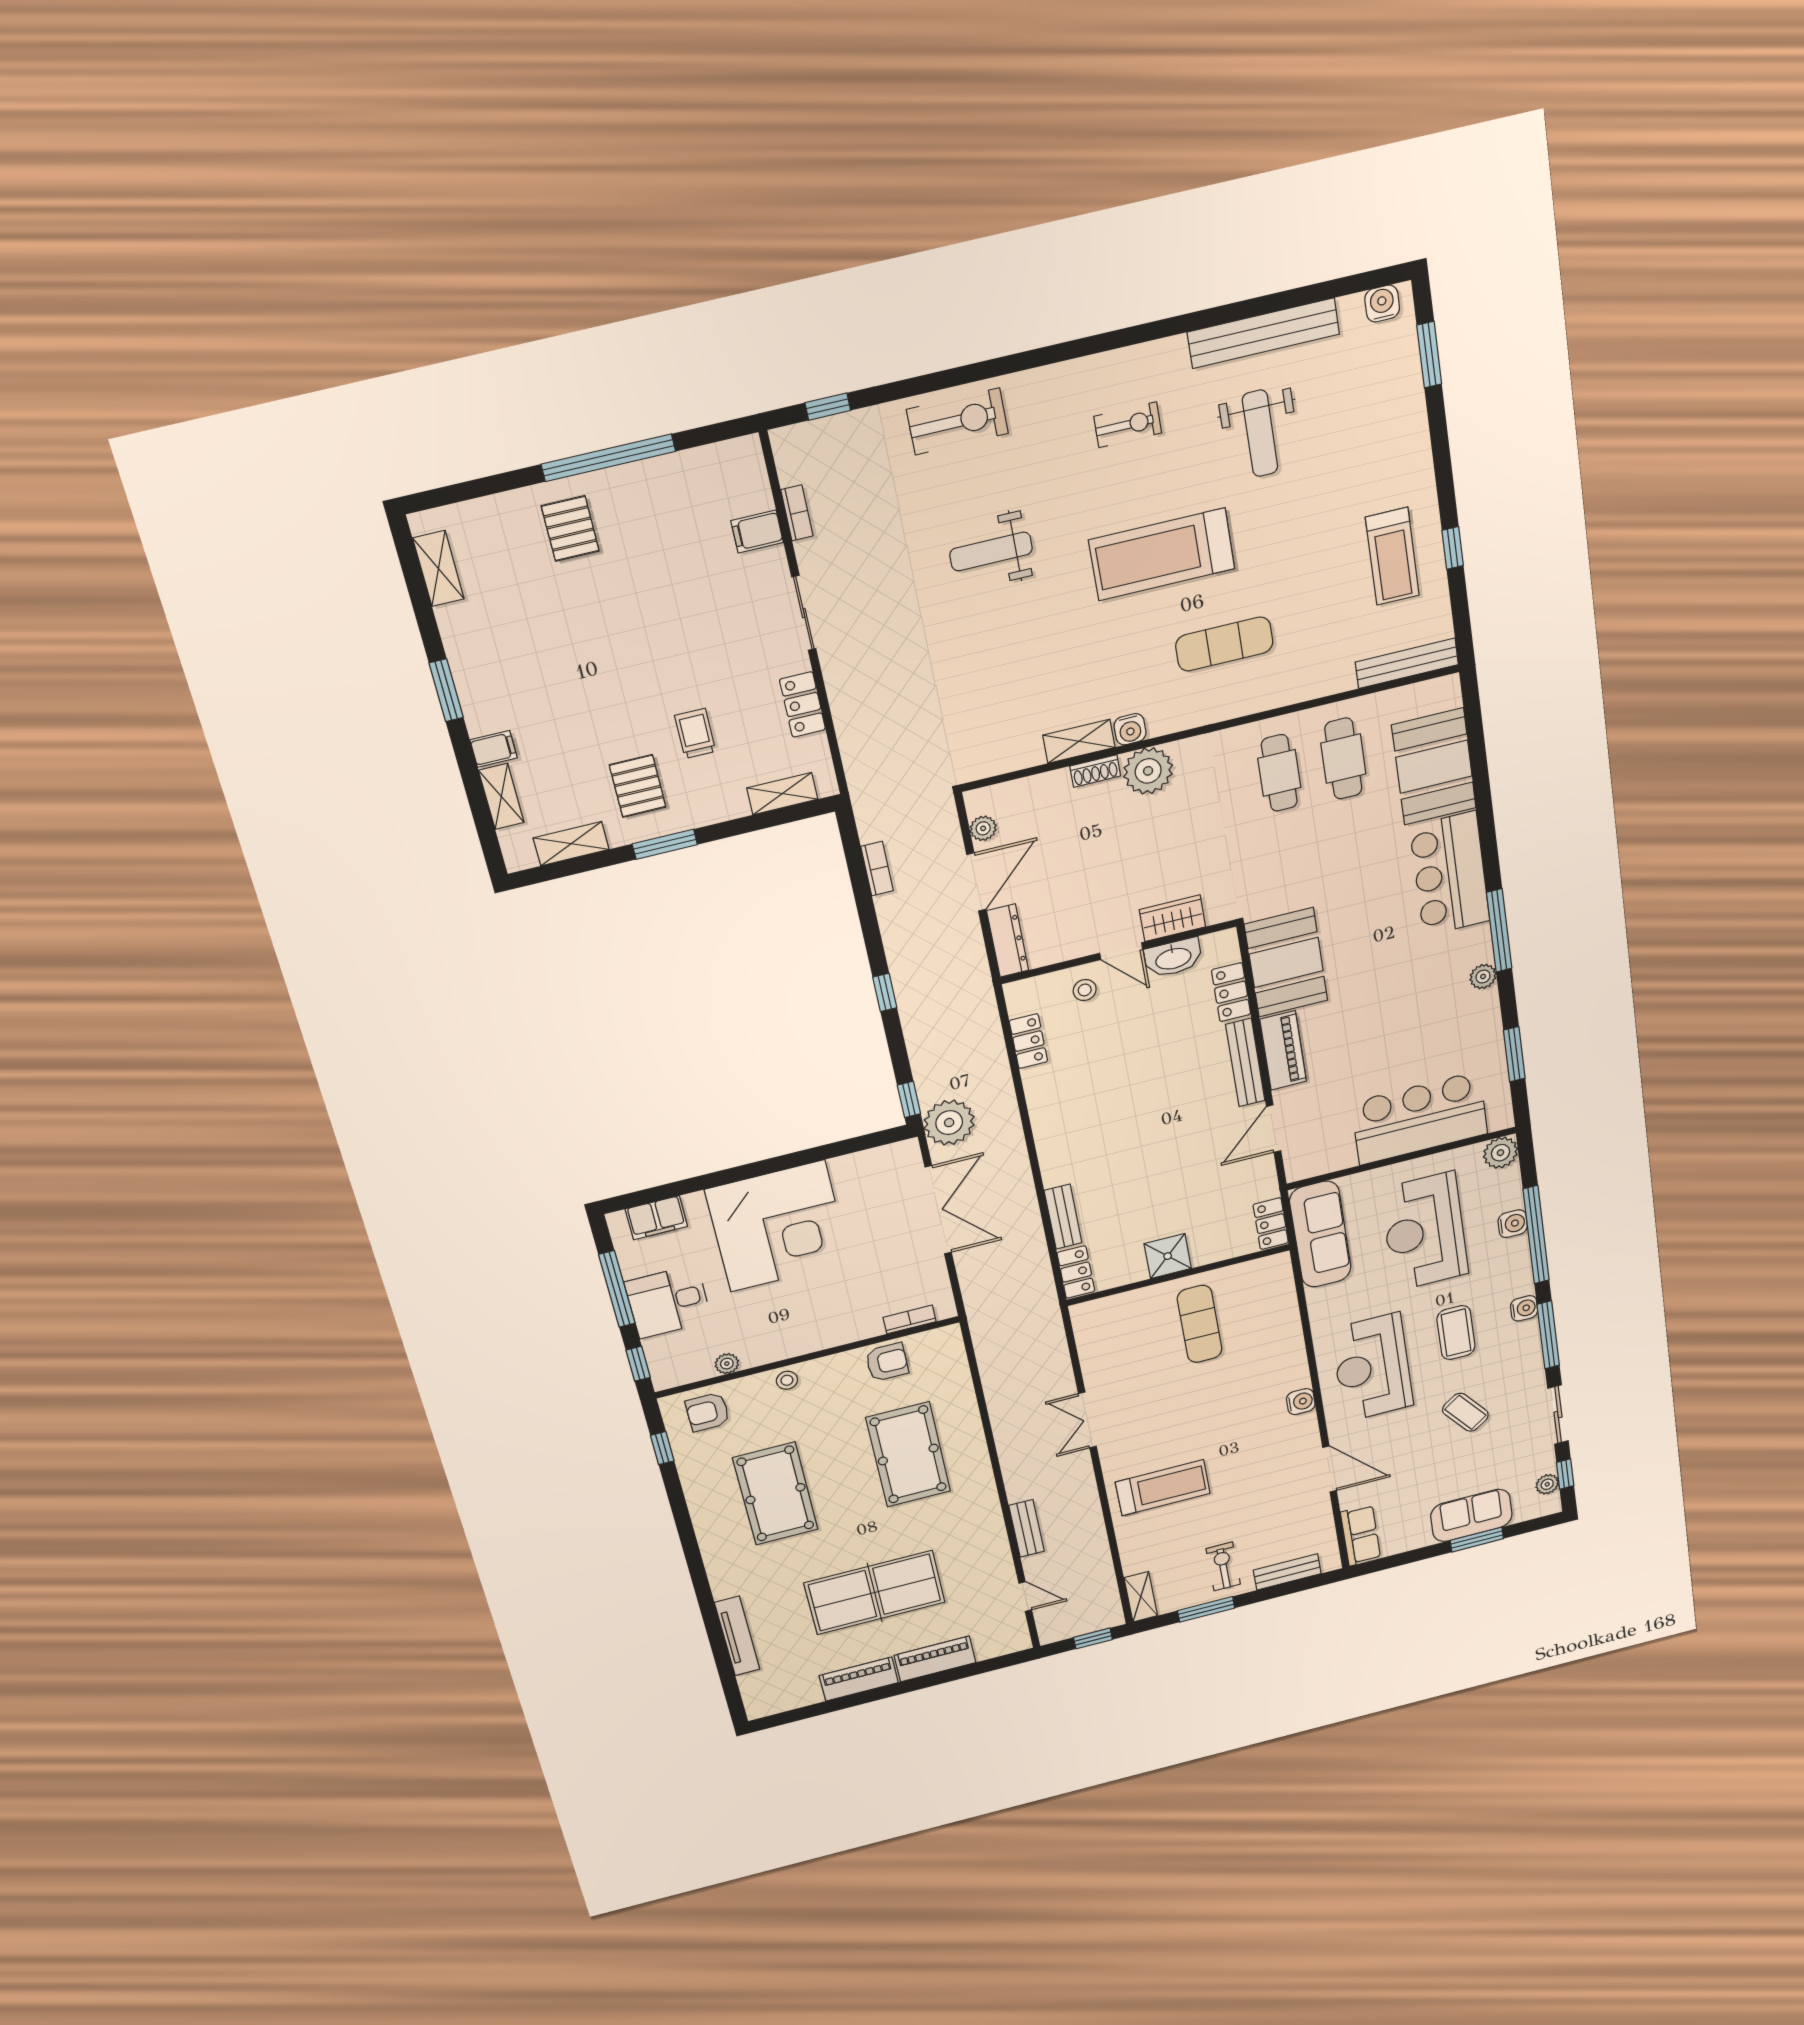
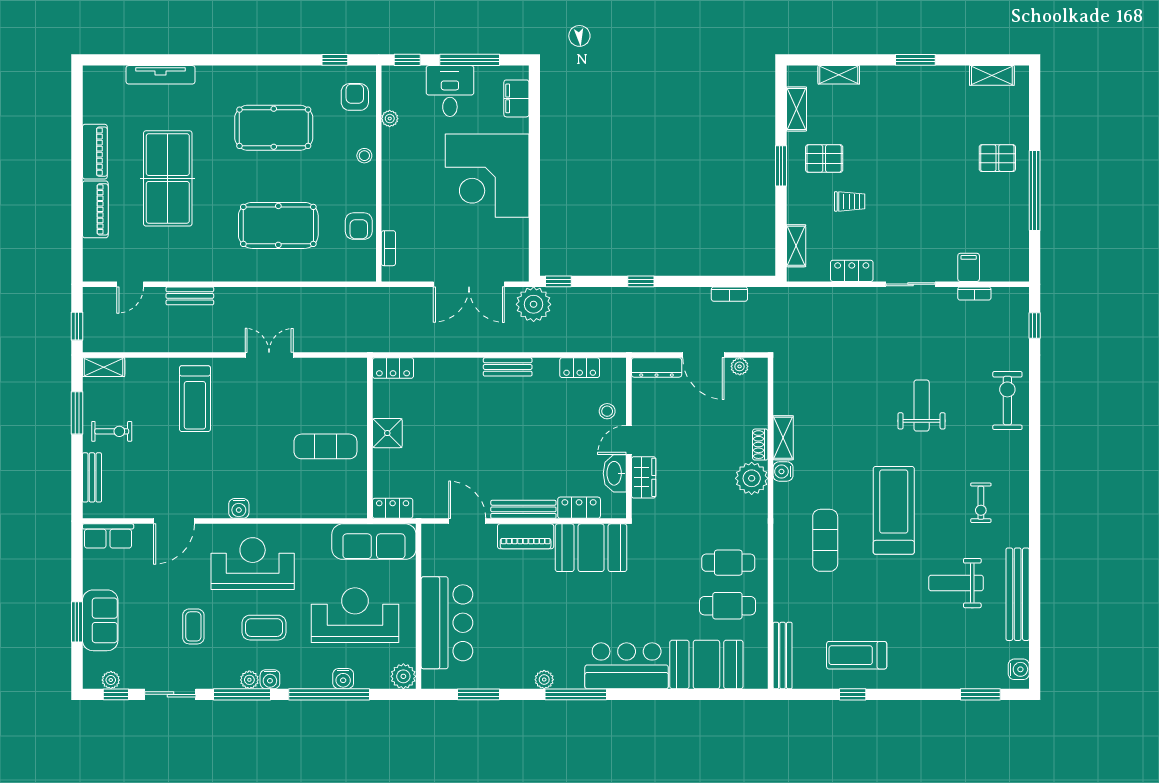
exercise bike: (957, 421) -> (1007, 400), turned 180
filing cabinet: (494, 749) -> (871, 78), removed
bench: (1063, 1217) -> (508, 367), moved
plant: (1528, 1332) -> (249, 680), added
coffee table: (1465, 1412) -> (193, 626), turned -53

